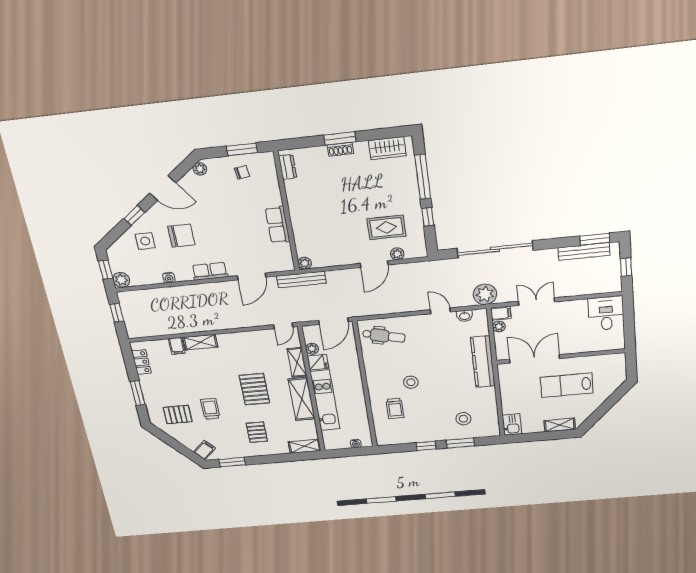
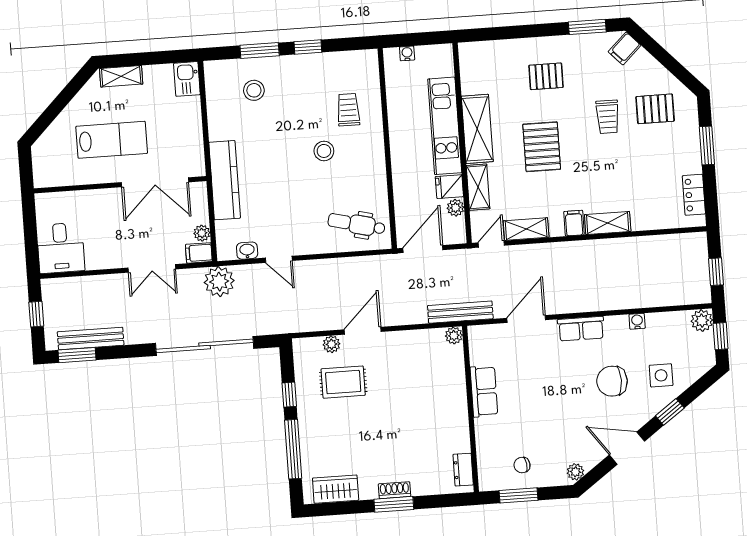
filing cabinet: (177, 346) -> (574, 223), moved
pallet: (257, 432) -> (546, 76), turned 90
shelving: (305, 446) -> (526, 229), moved

